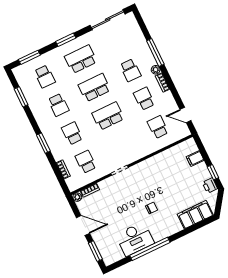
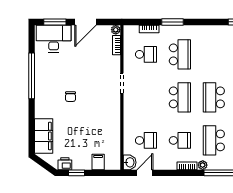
school desk: (130, 70) -> (214, 140), width x1.85
school desk: (94, 88) -> (214, 97), turned 180
school desk: (58, 105) -> (214, 54), removed
washbasin: (183, 132) -> (130, 162), added
school desk: (72, 133) -> (180, 54), width x1.85
window: (43, 143) -> (173, 22), moved
desk: (135, 239) -> (54, 39), moved, turned 90

